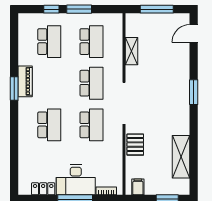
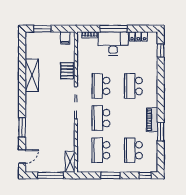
window: (51, 9) -> (145, 175), moved
shelving: (131, 51) -> (70, 162), moved
window: (14, 89) -> (161, 132), moved
window: (194, 92) -> (22, 127), moved
shelving: (181, 157) -> (32, 75), moved
window: (14, 171) -> (161, 51), added

